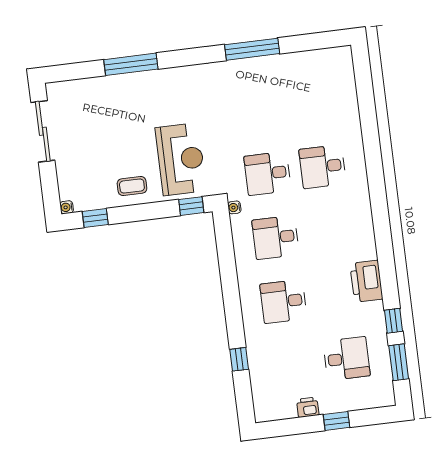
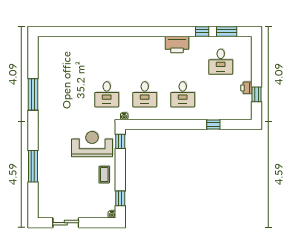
sliding door: (43, 131) -> (66, 223), width x0.73
desk: (323, 167) -> (107, 62), removed
desk: (347, 359) -> (221, 62), turned 180
window: (336, 421) -> (257, 94), moved

